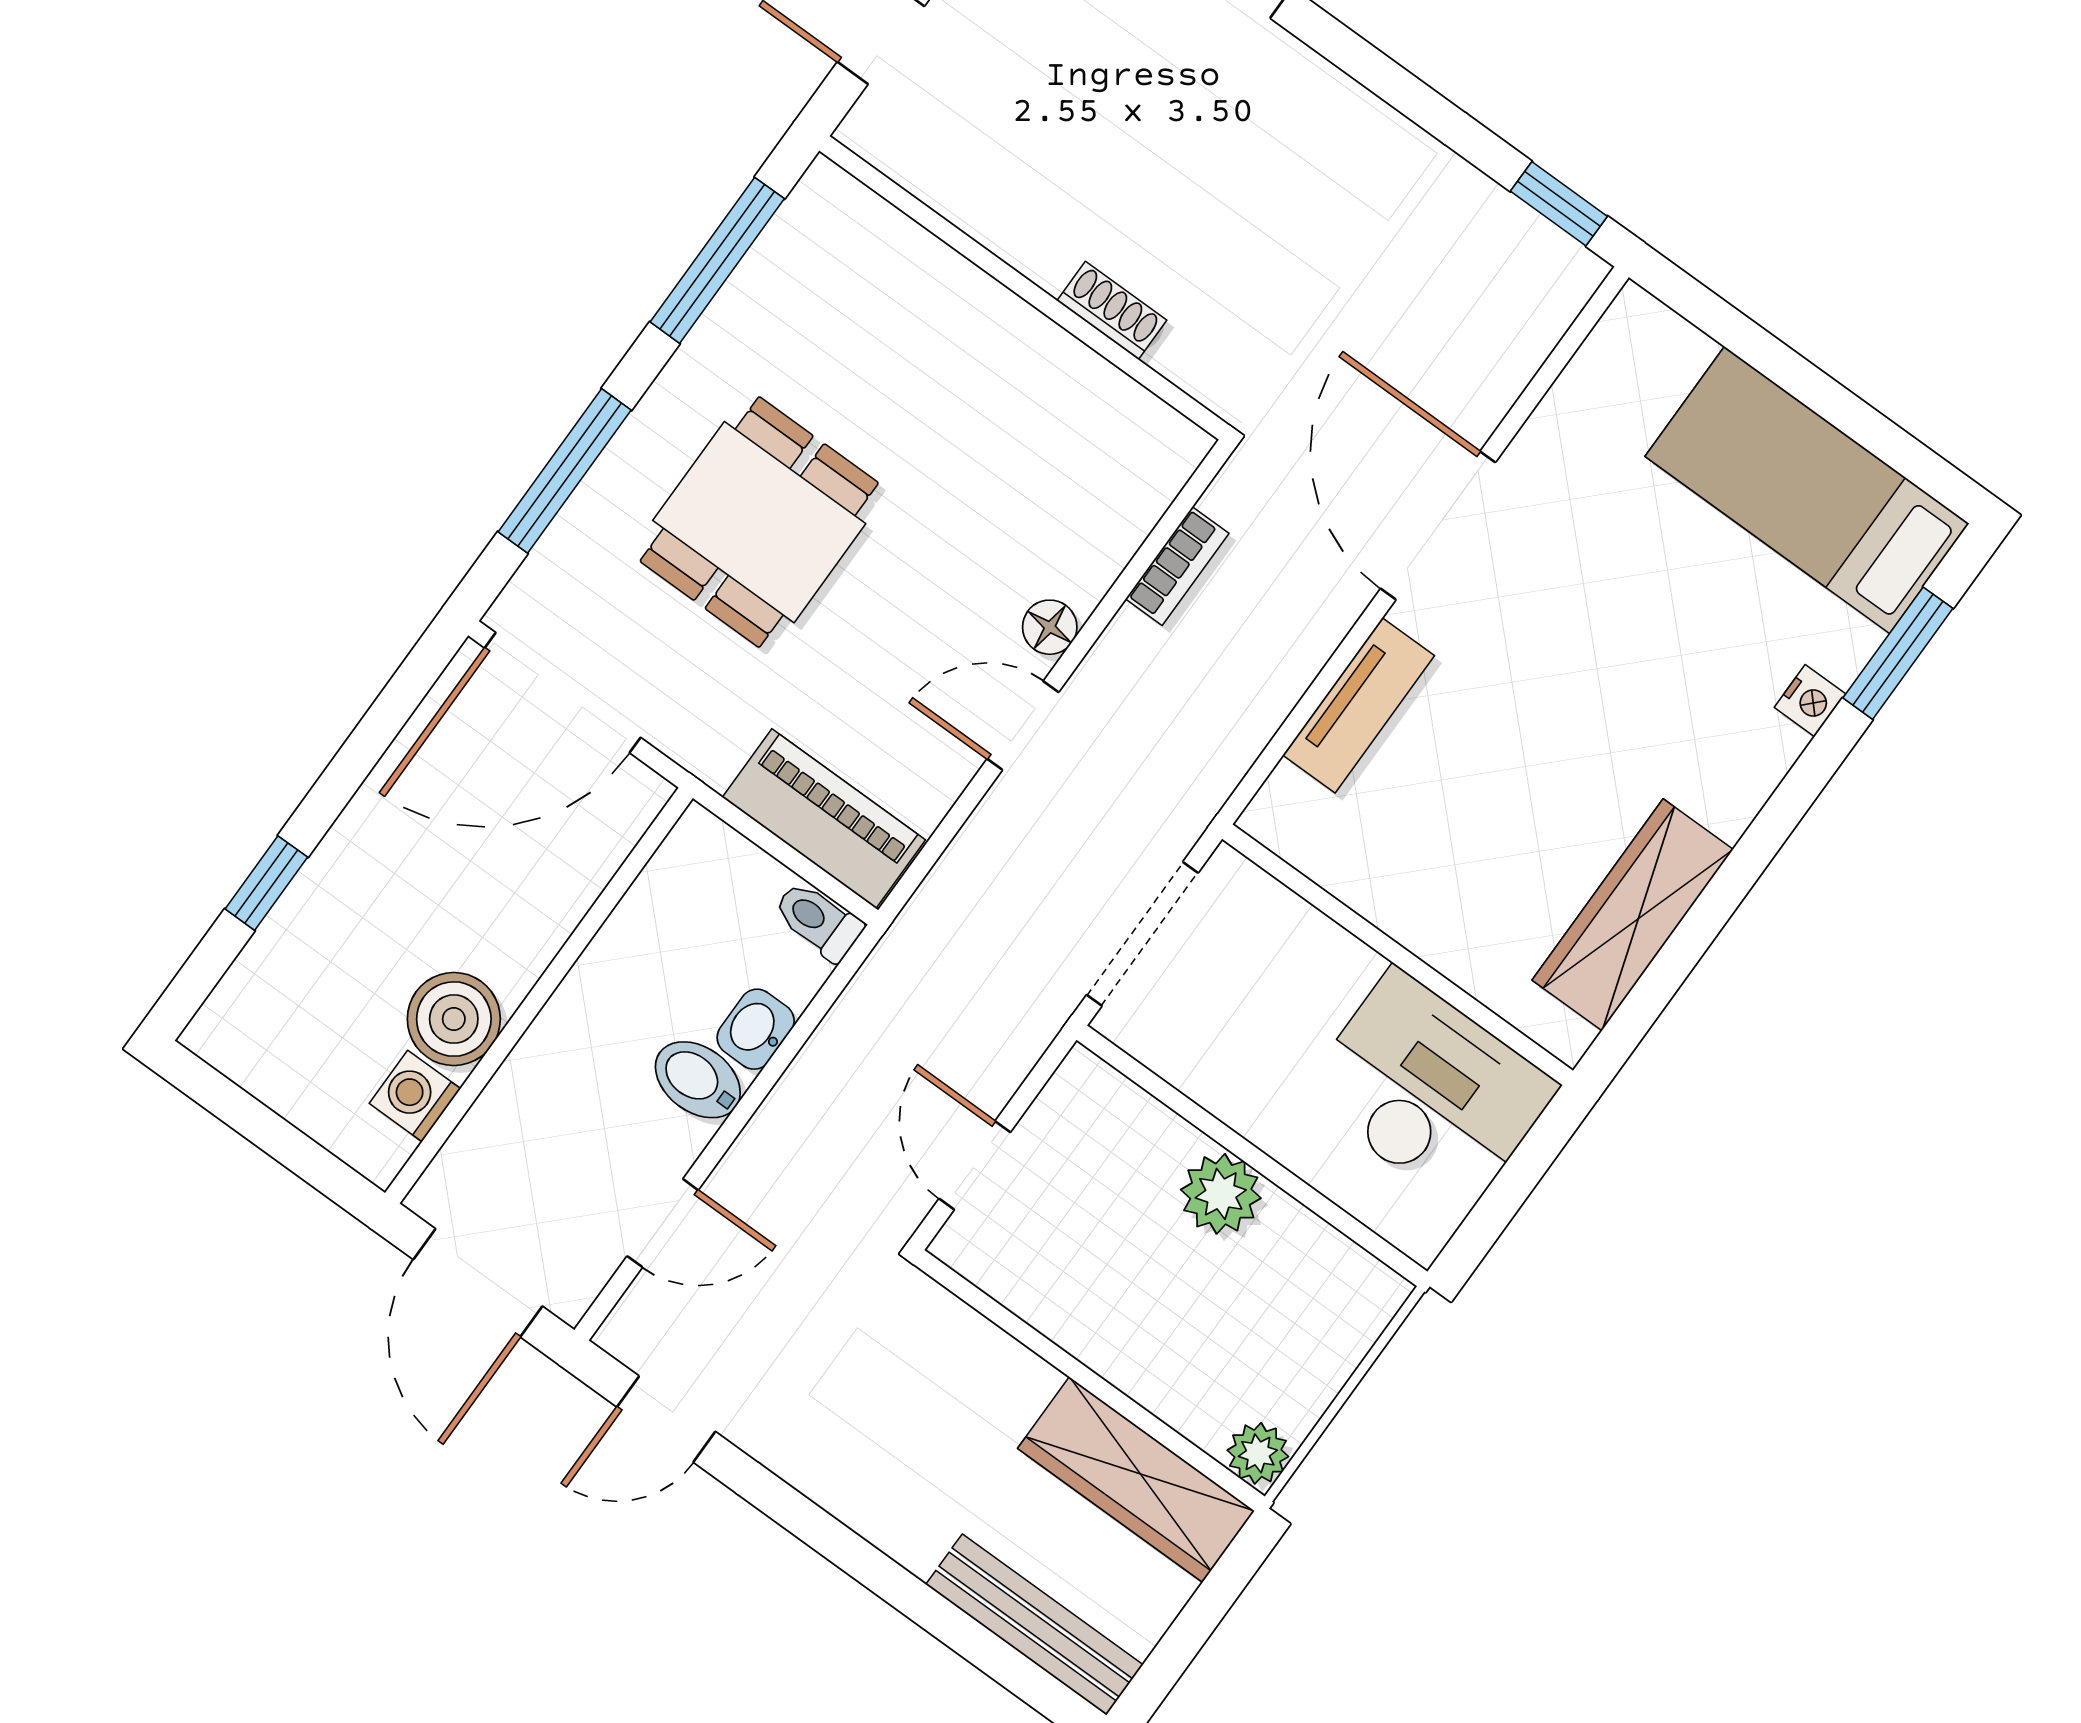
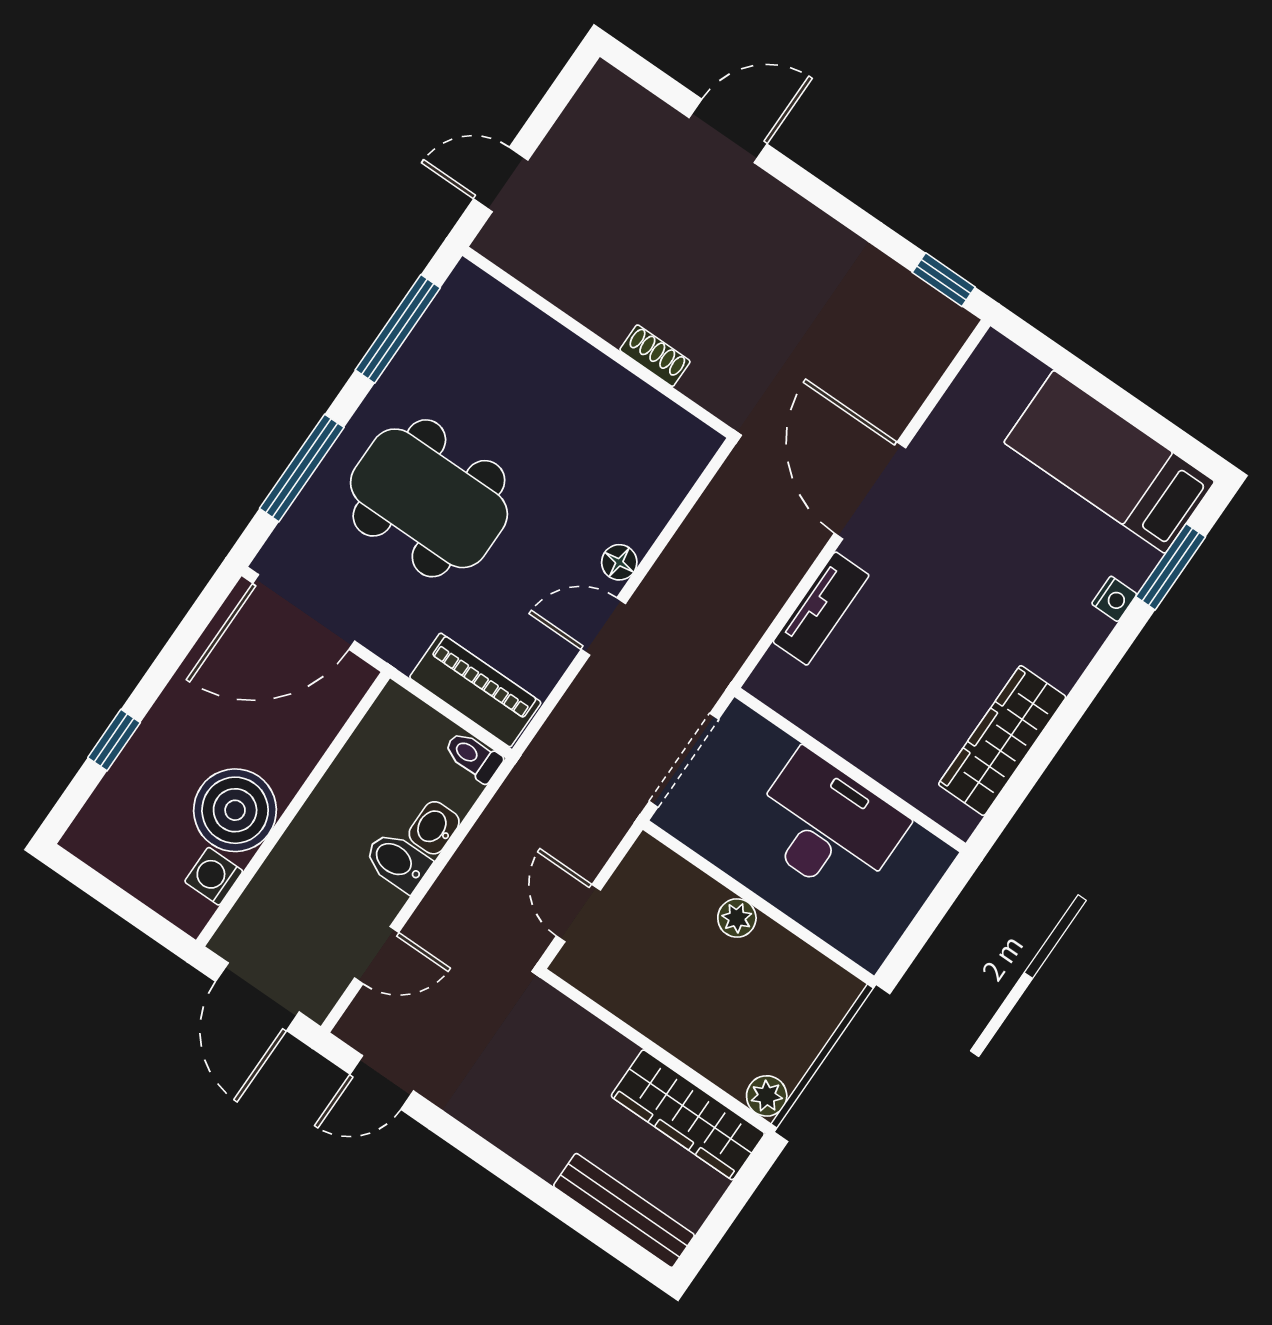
dining table: (759, 522) -> (429, 498), width x1.38
bookcase: (1177, 566) -> (701, 521), removed
boiler: (454, 1019) -> (235, 810), width x1.37, depth x1.37
desk: (1429, 1090) -> (827, 826), moved
plant: (1221, 1194) -> (737, 918), width x0.73, depth x0.73

